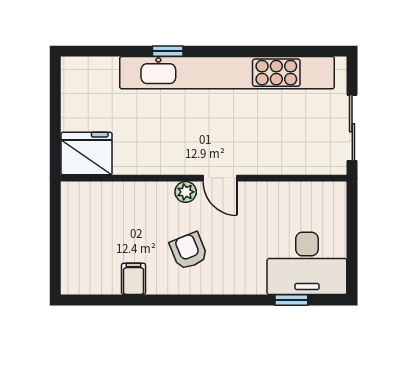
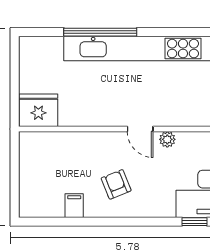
window: (168, 51) -> (100, 32), width x3.17
plant: (186, 192) -> (167, 139), moved

